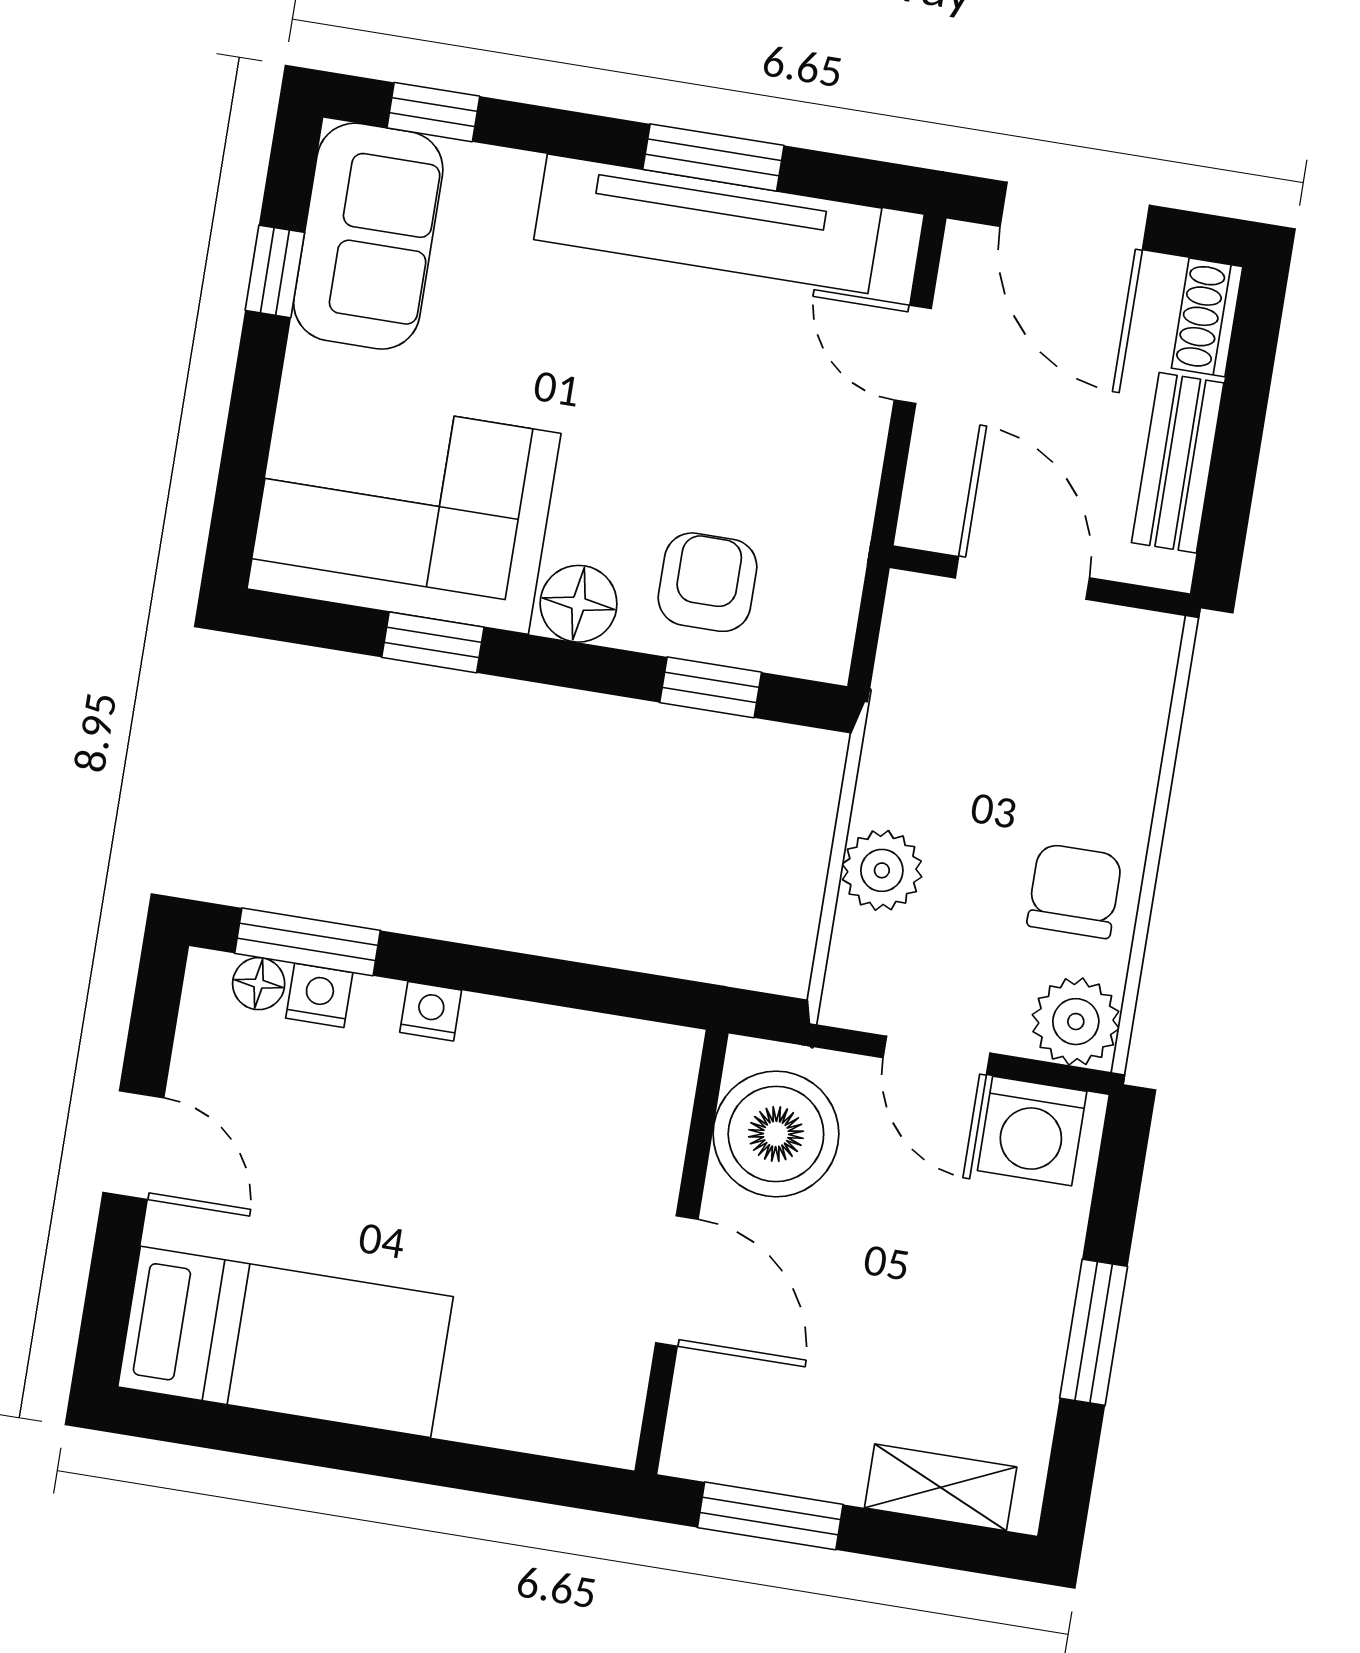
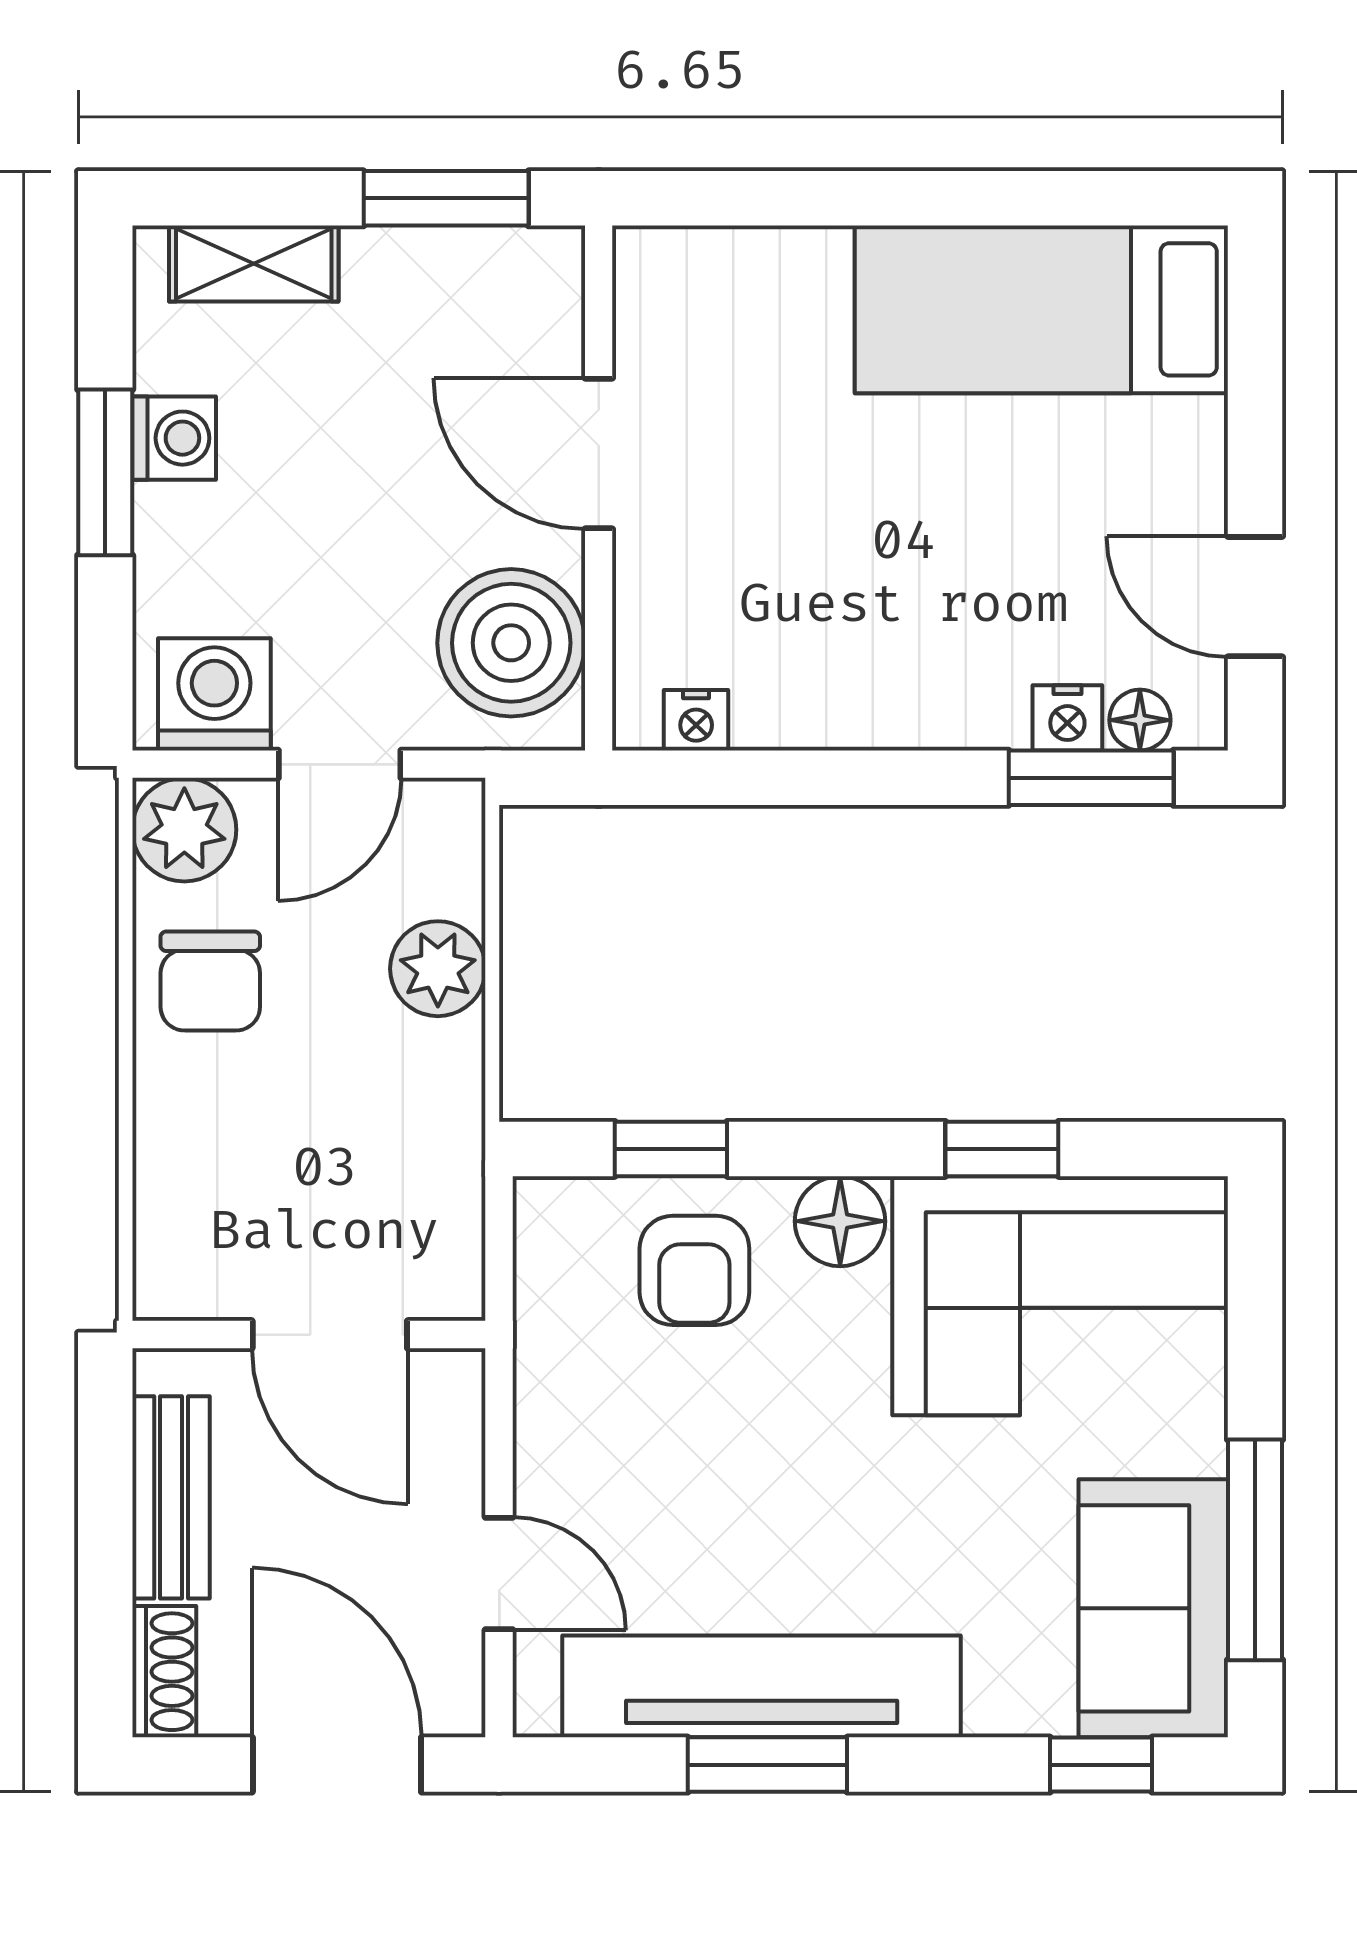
window: (275, 271) -> (1255, 1550), width x2.17
nightstand: (431, 1011) -> (696, 720), moved
door: (937, 1055) -> (340, 764), swing flipped
door: (133, 1145) -> (1255, 597), moved
washing machine: (1031, 1352) -> (174, 438), added

